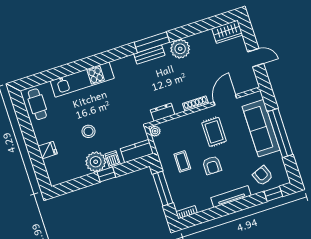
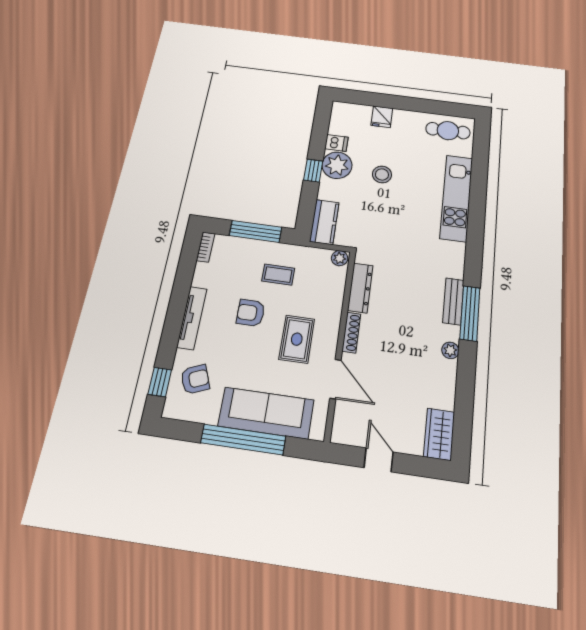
plant: (180, 49) -> (450, 350), width x0.53, depth x0.53
door: (256, 58) -> (379, 460), swing flipped
dresser: (163, 112) -> (360, 288), width x1.44
rug: (214, 132) -> (297, 339), turned 90
dishwasher: (113, 159) -> (336, 143), moved

